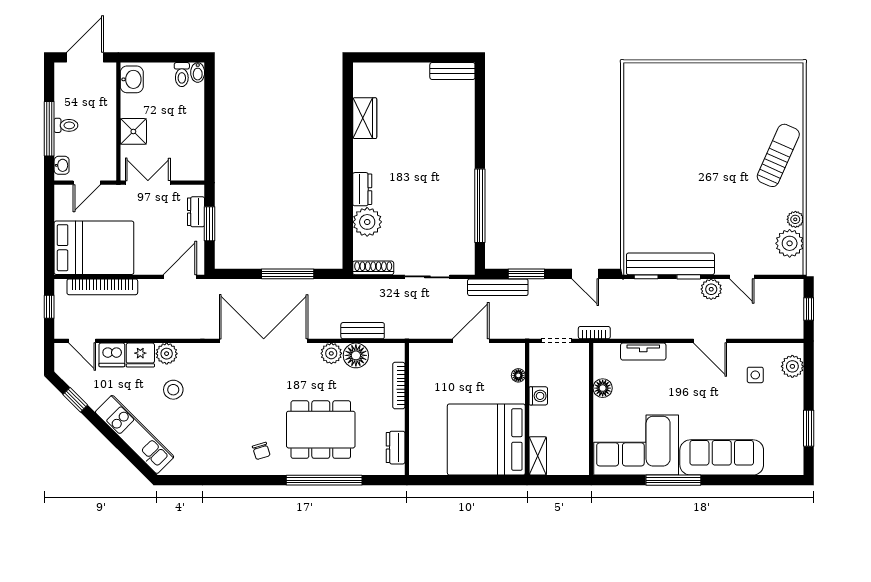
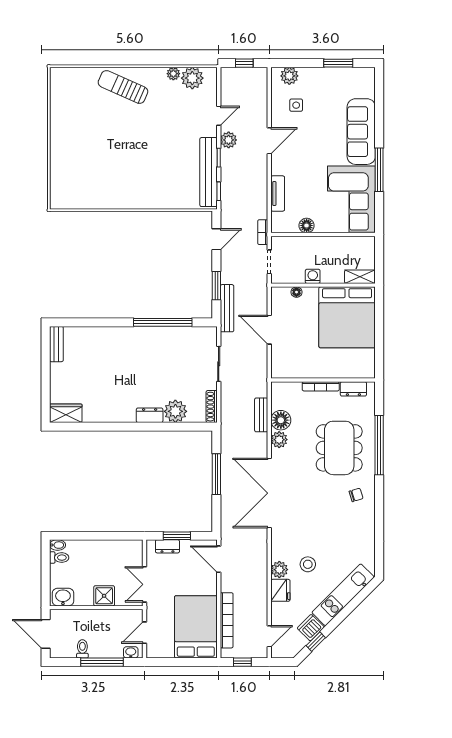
wardrobe: (365, 118) -> (66, 413), moved
toilet: (66, 125) -> (82, 649), moved
door: (87, 183) -> (144, 633), swing flipped
dishwasher: (112, 355) -> (311, 628), moved, turned -135
bookcase: (399, 386) -> (321, 386), moved

